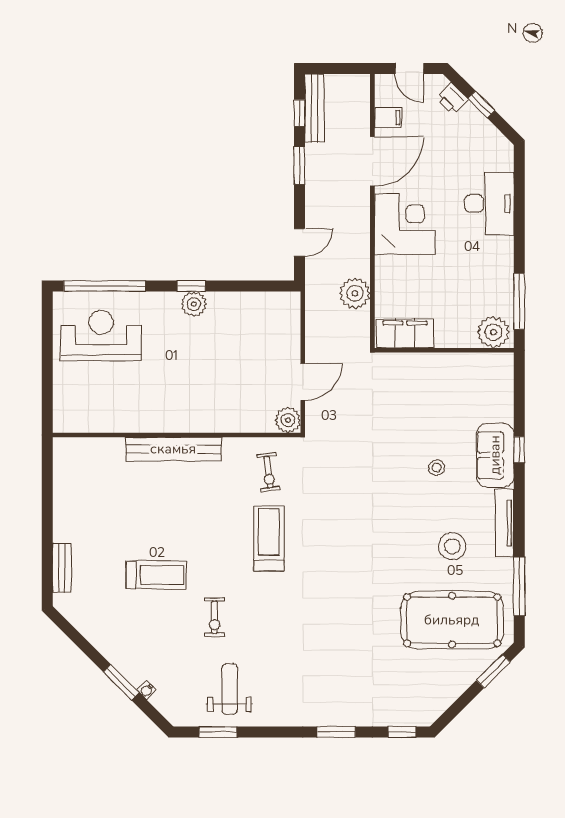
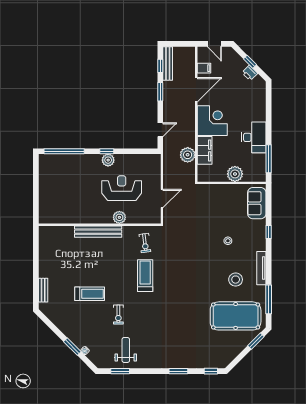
printer: (452, 99) -> (250, 73), moved
desk: (489, 204) -> (254, 137), moved
plant: (493, 332) -> (235, 174), moved
filing cabinet: (405, 333) -> (205, 150), moved, turned 90
reception desk: (101, 336) -> (122, 188), moved
plant: (288, 420) -> (119, 217), moved
sofa: (495, 455) -> (257, 203), moved

